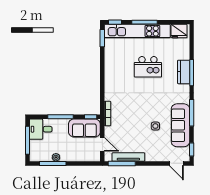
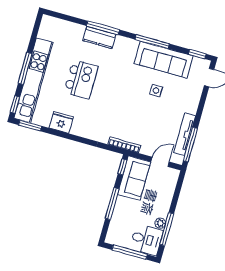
fridge: (179, 31) -> (61, 122), moved, turned -90
desk: (41, 129) -> (146, 239), moved, turned -90

